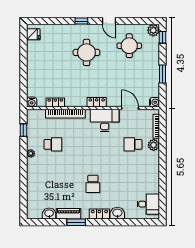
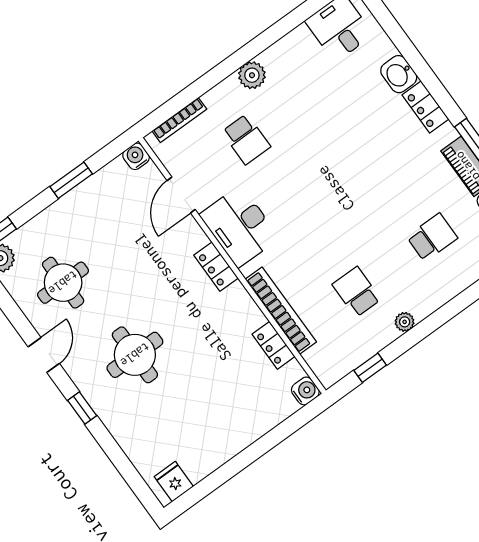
plant: (154, 145) -> (252, 75), moved
school desk: (93, 184) -> (432, 237), moved

